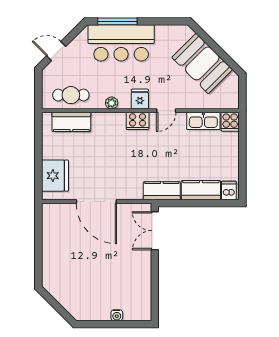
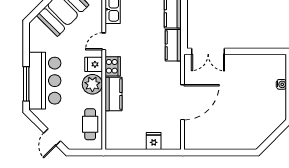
plant: (112, 103) -> (92, 84), width x1.88, depth x1.88
door: (166, 111) -> (104, 41), swing flipped
kitchen counter: (71, 122) -> (113, 94), moved
fridge: (55, 176) -> (154, 141), width x0.53, depth x0.75

